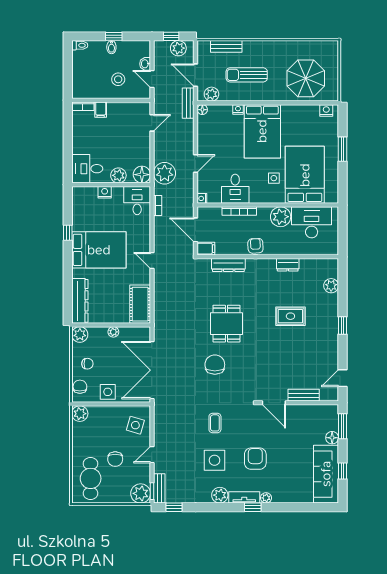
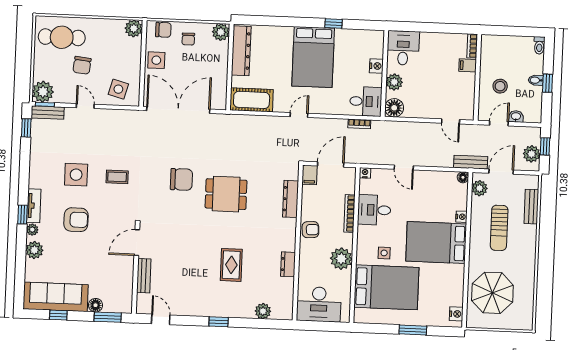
sun lounger: (247, 75) -> (499, 228), turned 180
plant: (165, 173) -> (394, 133), removed
desk: (312, 222) -> (319, 304), moved, turned 90
dresser: (80, 301) -> (241, 51), moved, turned -90
plant: (113, 332) -> (222, 69), removed
chair: (115, 459) -> (82, 65), turned -84
plant: (220, 495) -> (34, 250), moved

